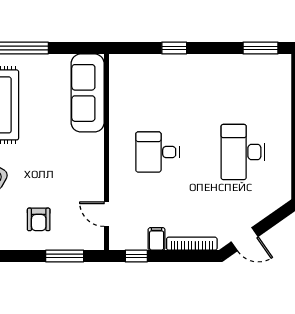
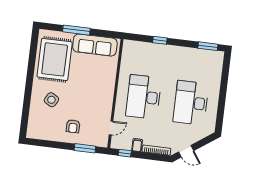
sofa: (88, 93) -> (95, 45), moved, turned -90
desk: (158, 152) -> (144, 97), width x1.87, depth x1.30
desk: (243, 152) -> (191, 103), width x1.36, depth x1.30
door: (107, 214) -> (111, 128), swing flipped

